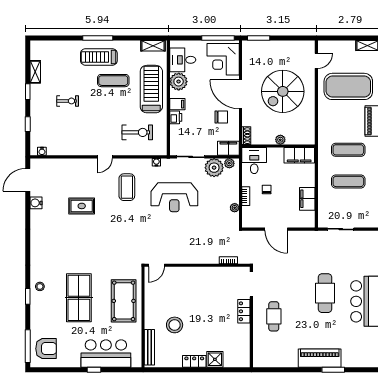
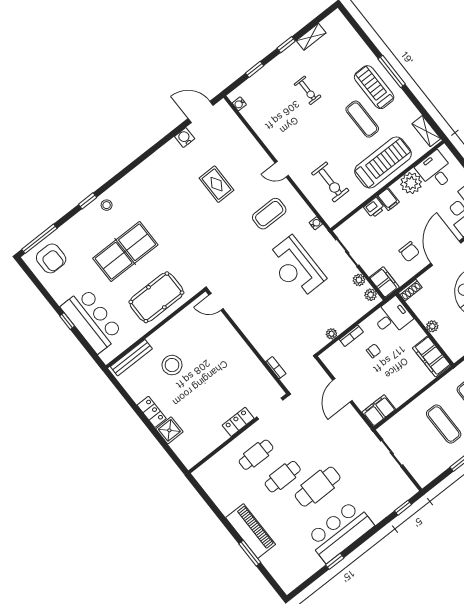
plant: (214, 168) -> (359, 280), width x0.53, depth x0.53
filing cabinet: (307, 199) -> (379, 411), moved
cafe table: (301, 310) -> (283, 477), added

